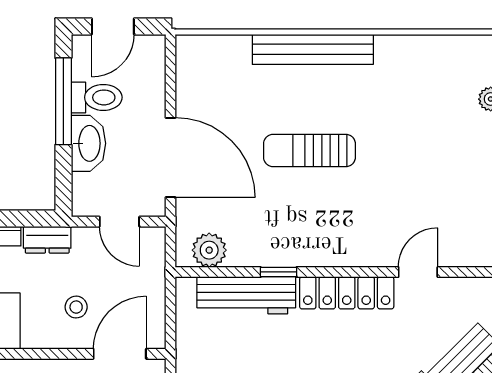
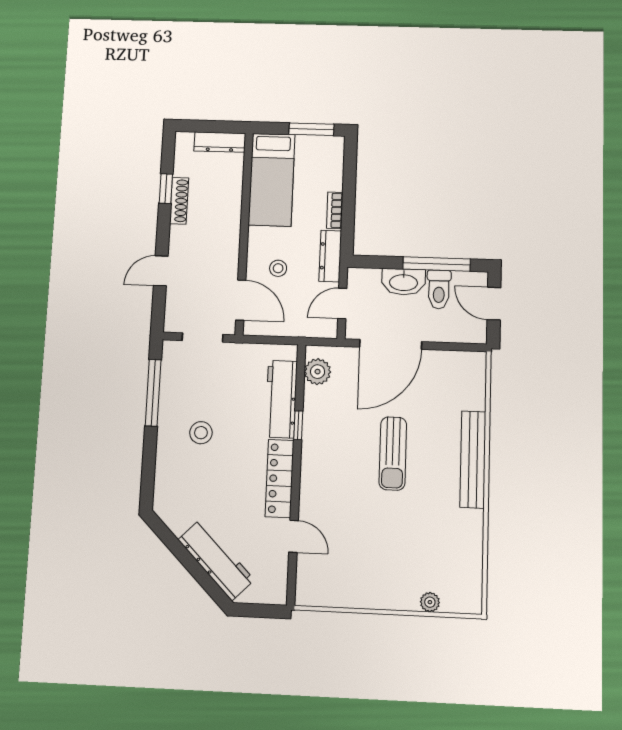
sun lounger: (309, 151) -> (393, 453), turned 180
dresser: (47, 240) -> (330, 256), width x1.44

